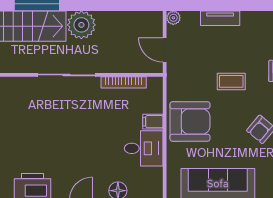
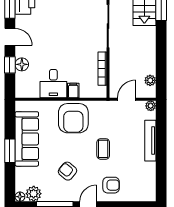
tv unit: (220, 18) -> (150, 141), width x1.41
plant: (81, 25) -> (150, 80), moved, width x0.53, depth x0.53

